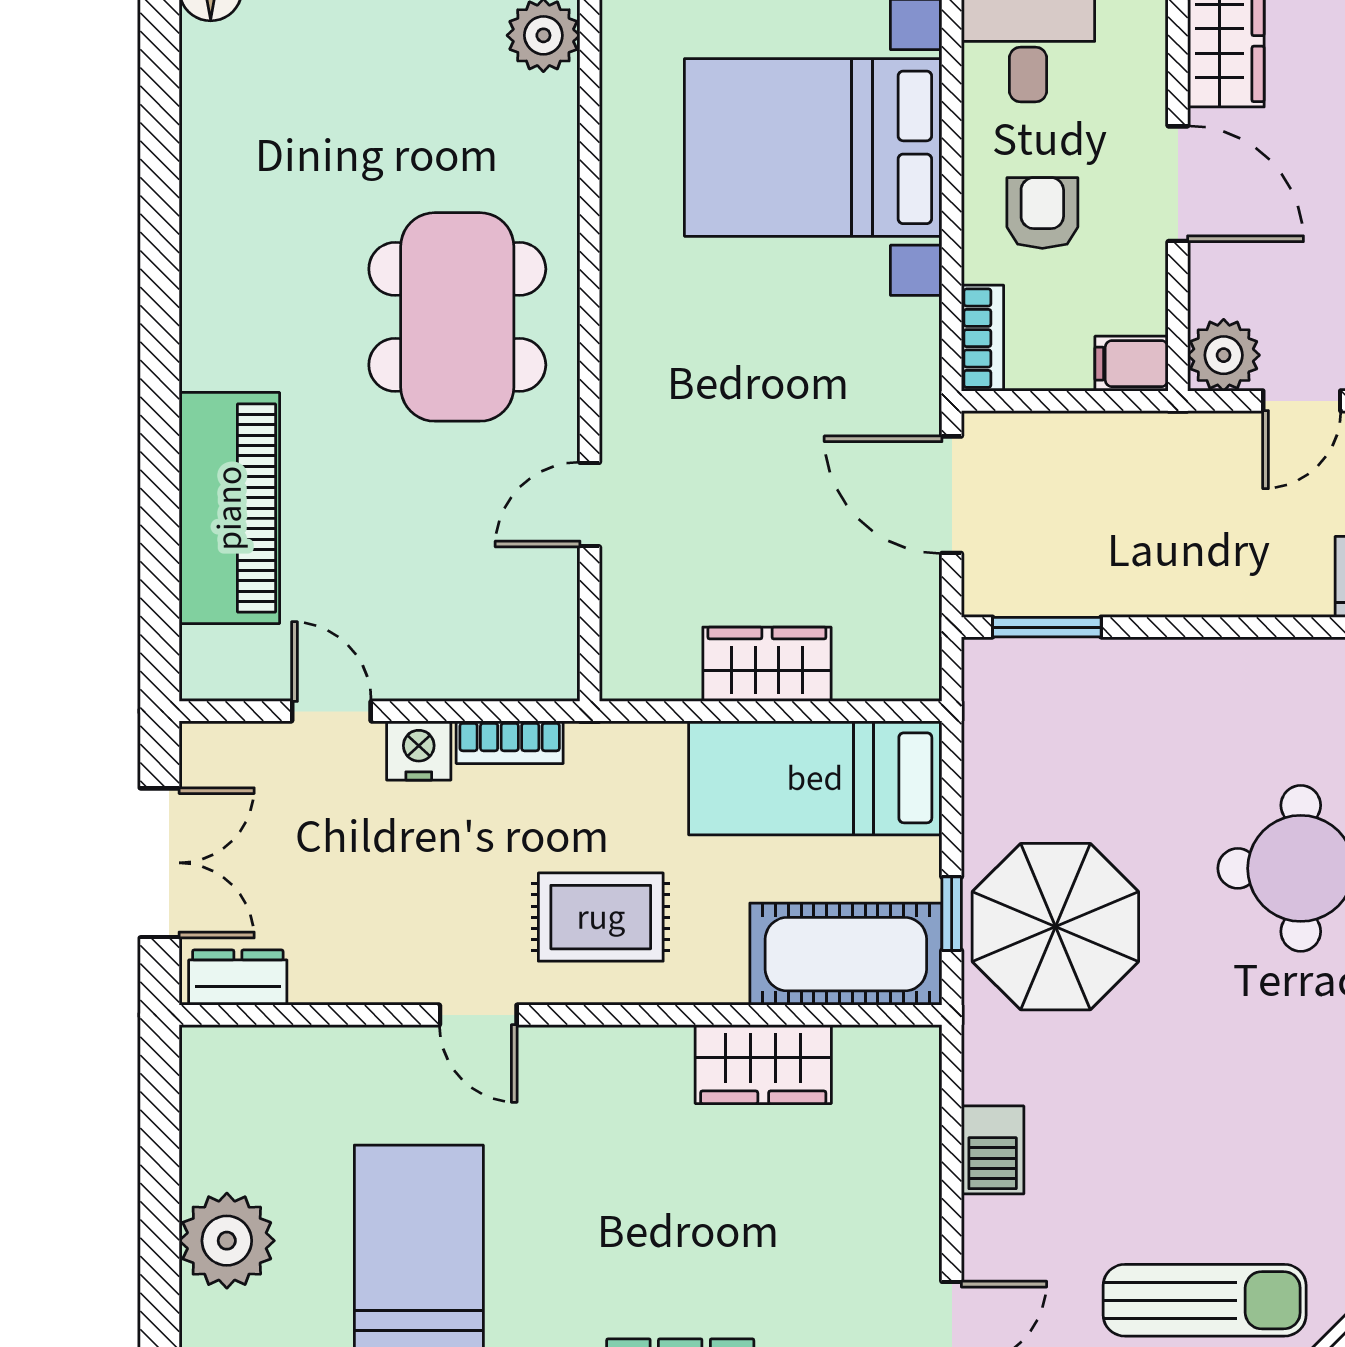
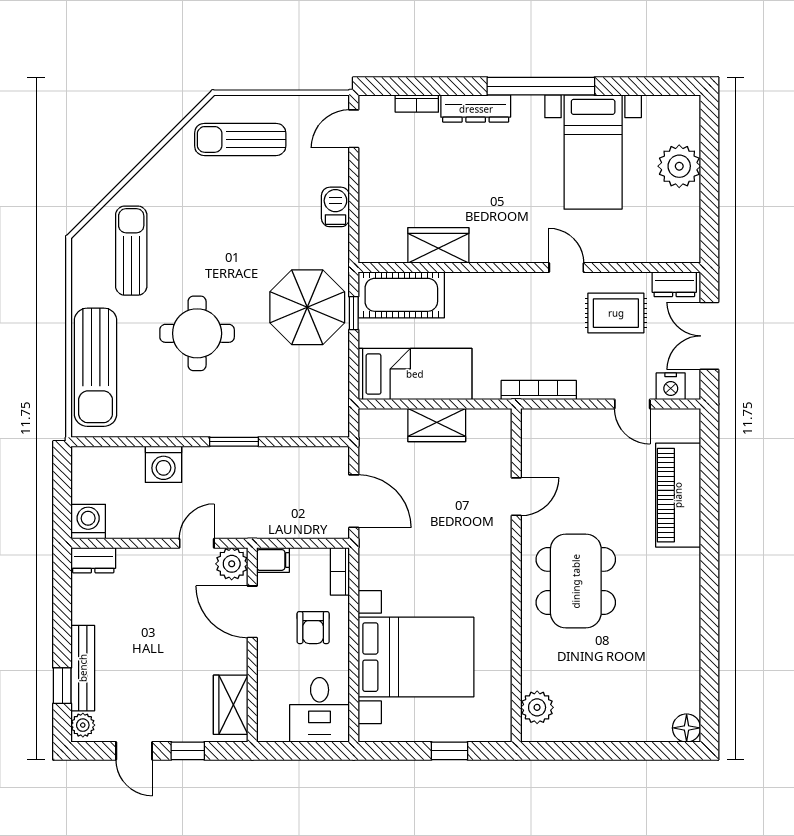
door: (1178, 184) -> (252, 612), moved
window: (1047, 627) -> (234, 442), moved
bookcase: (510, 742) -> (539, 390), width x1.56
nightstand: (419, 750) -> (671, 386), moved
rug: (601, 917) -> (616, 313), moved

